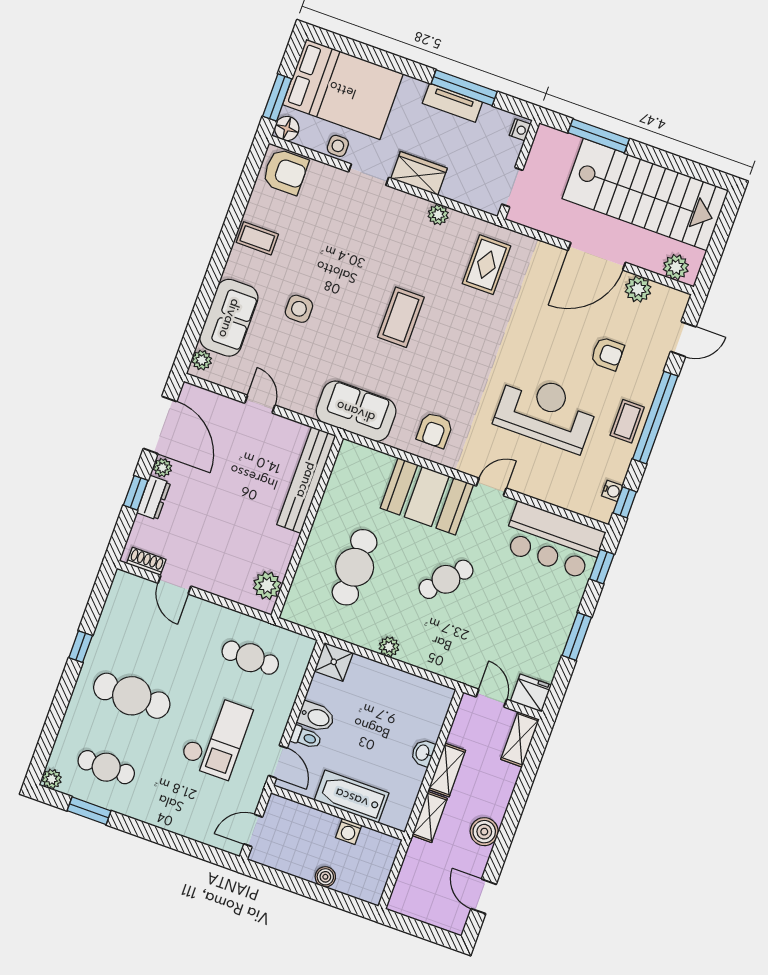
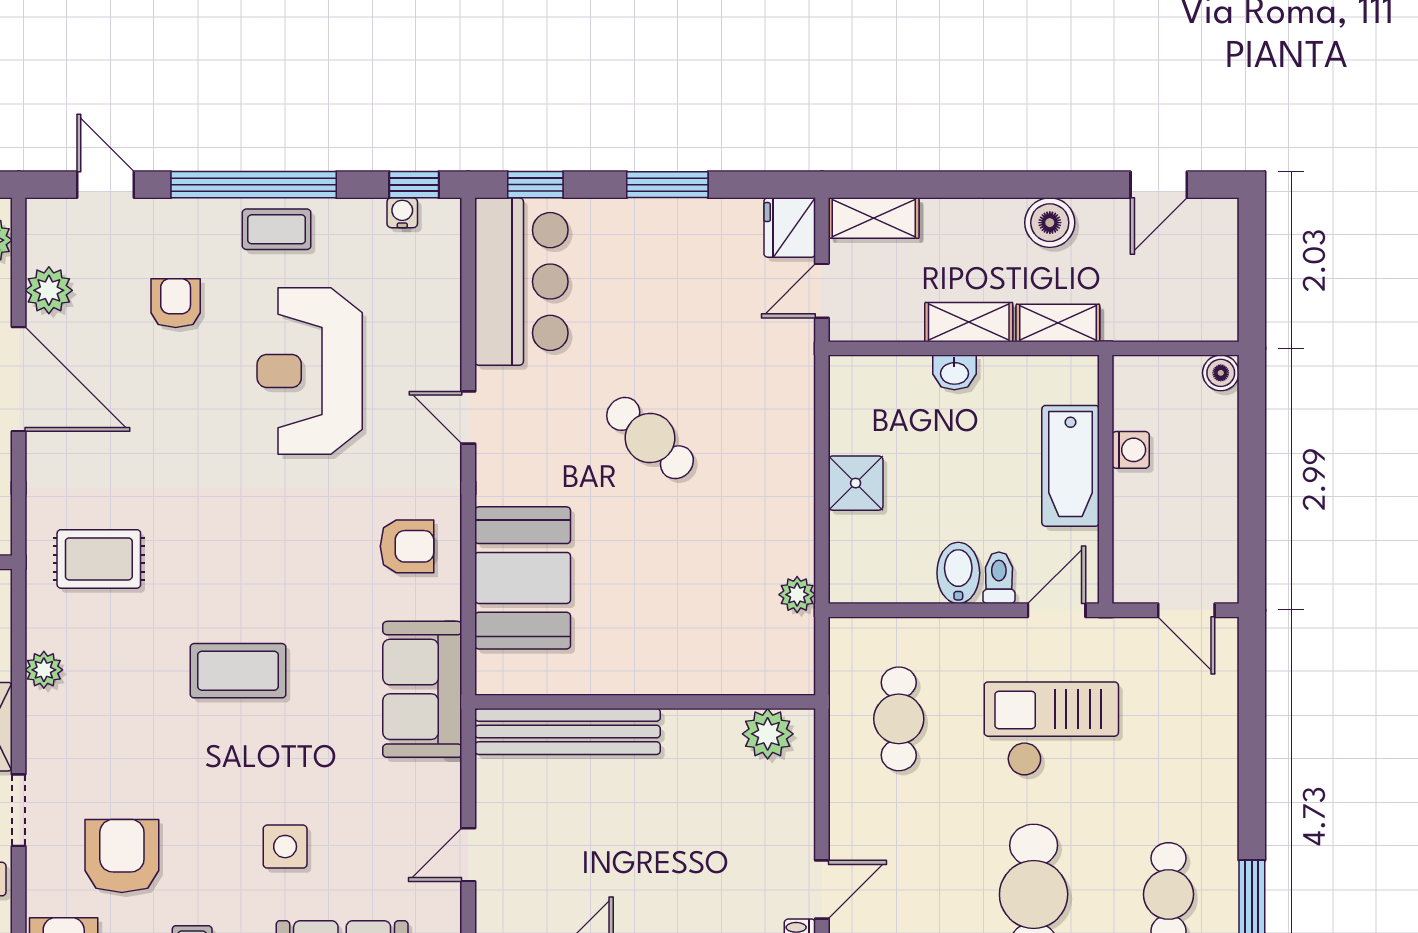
armchair: (325, 221) -> (122, 856), added
booth: (427, 496) -> (523, 578), moved
cafe table: (355, 567) -> (685, 598), removed
plant: (389, 647) -> (797, 595), moved
shower: (334, 662) -> (856, 483), moved
boiler: (325, 877) -> (1221, 373), moved

